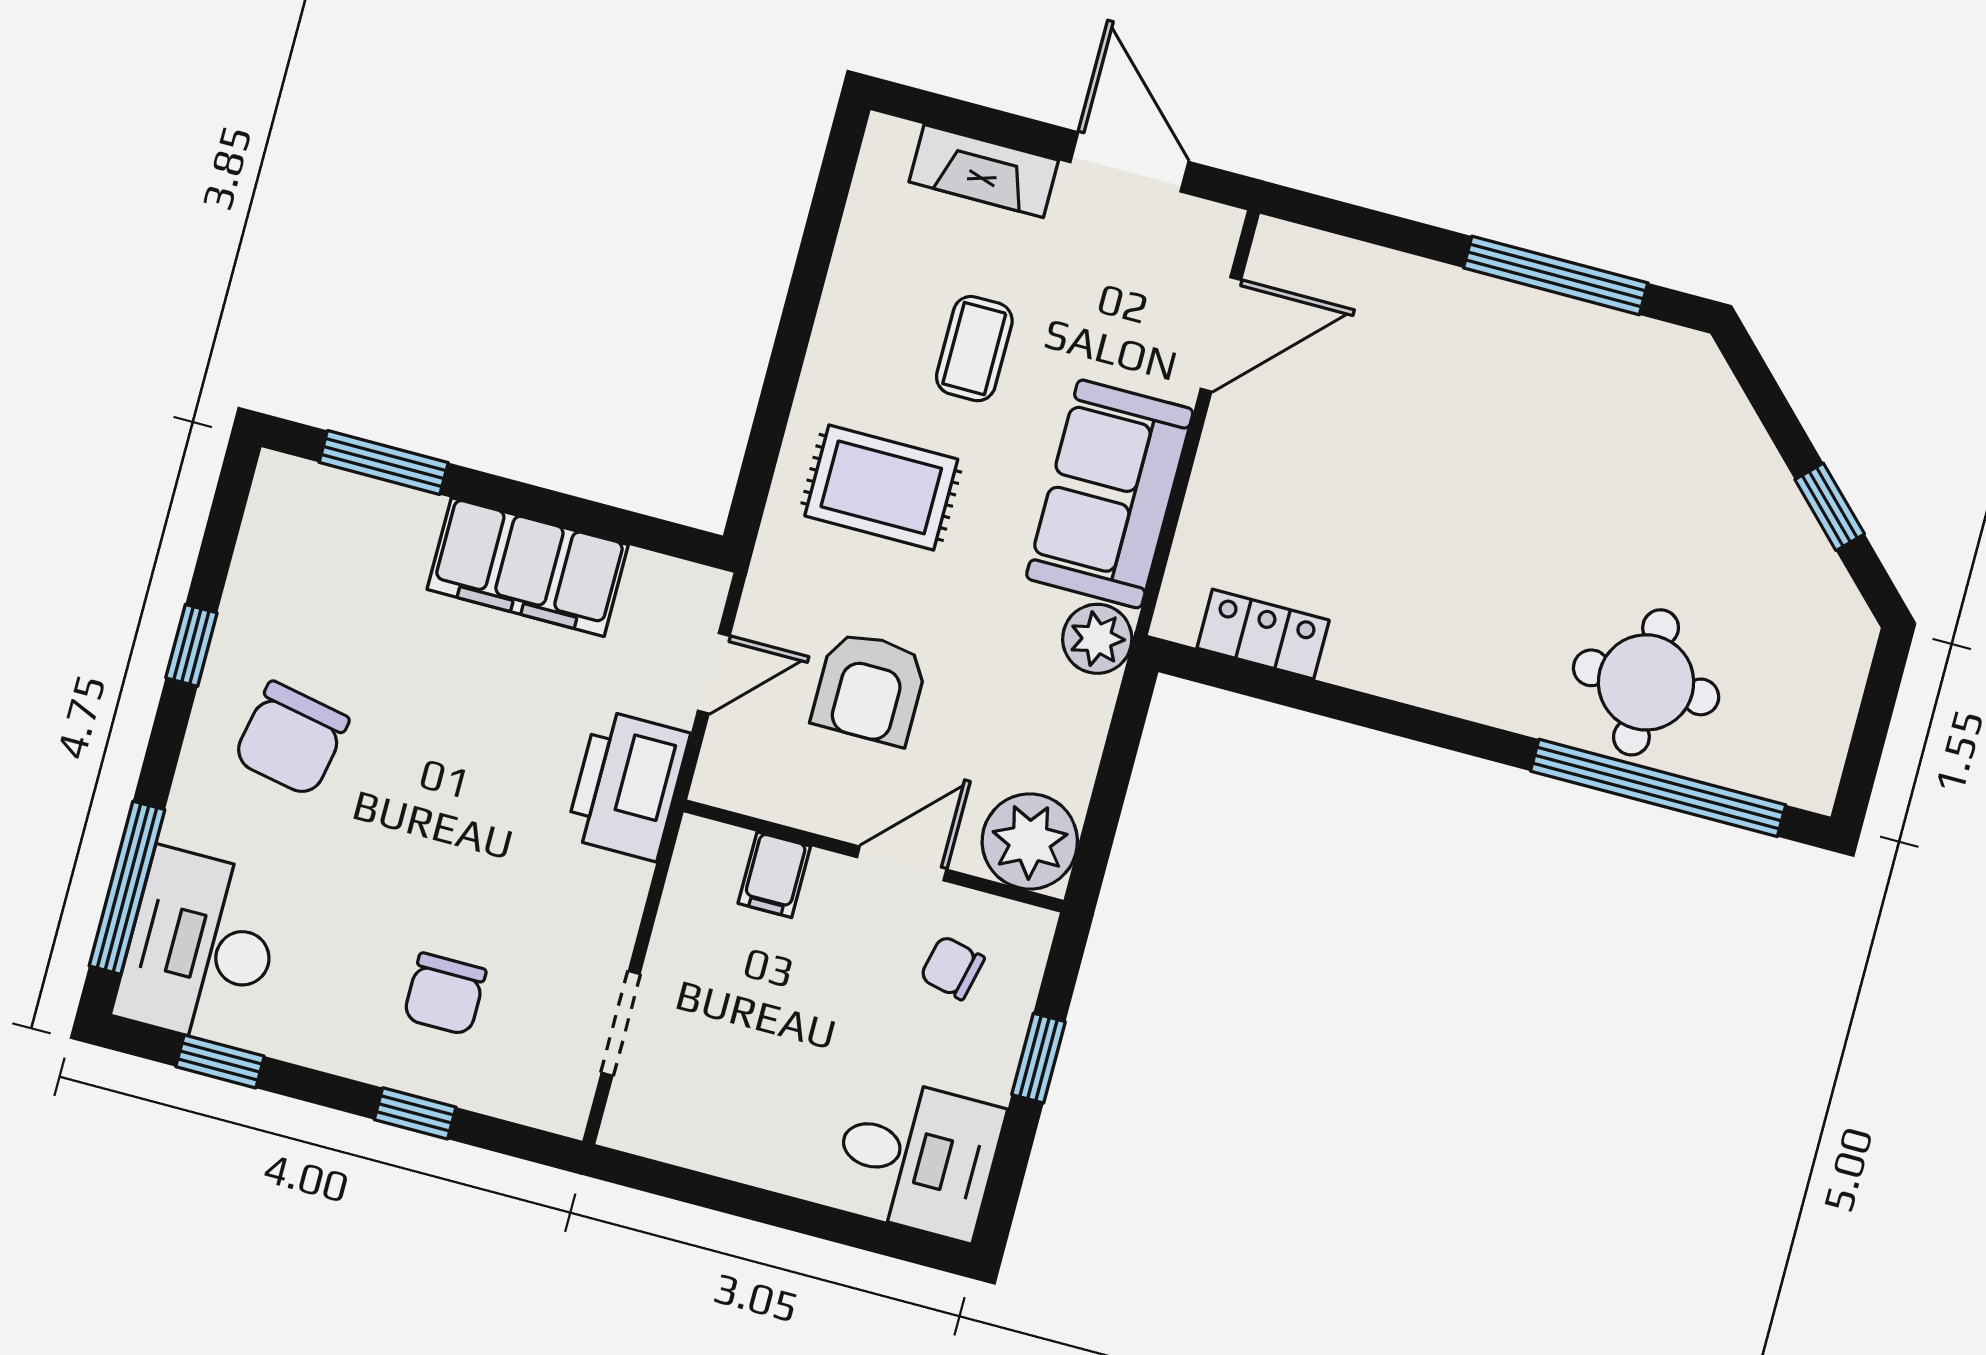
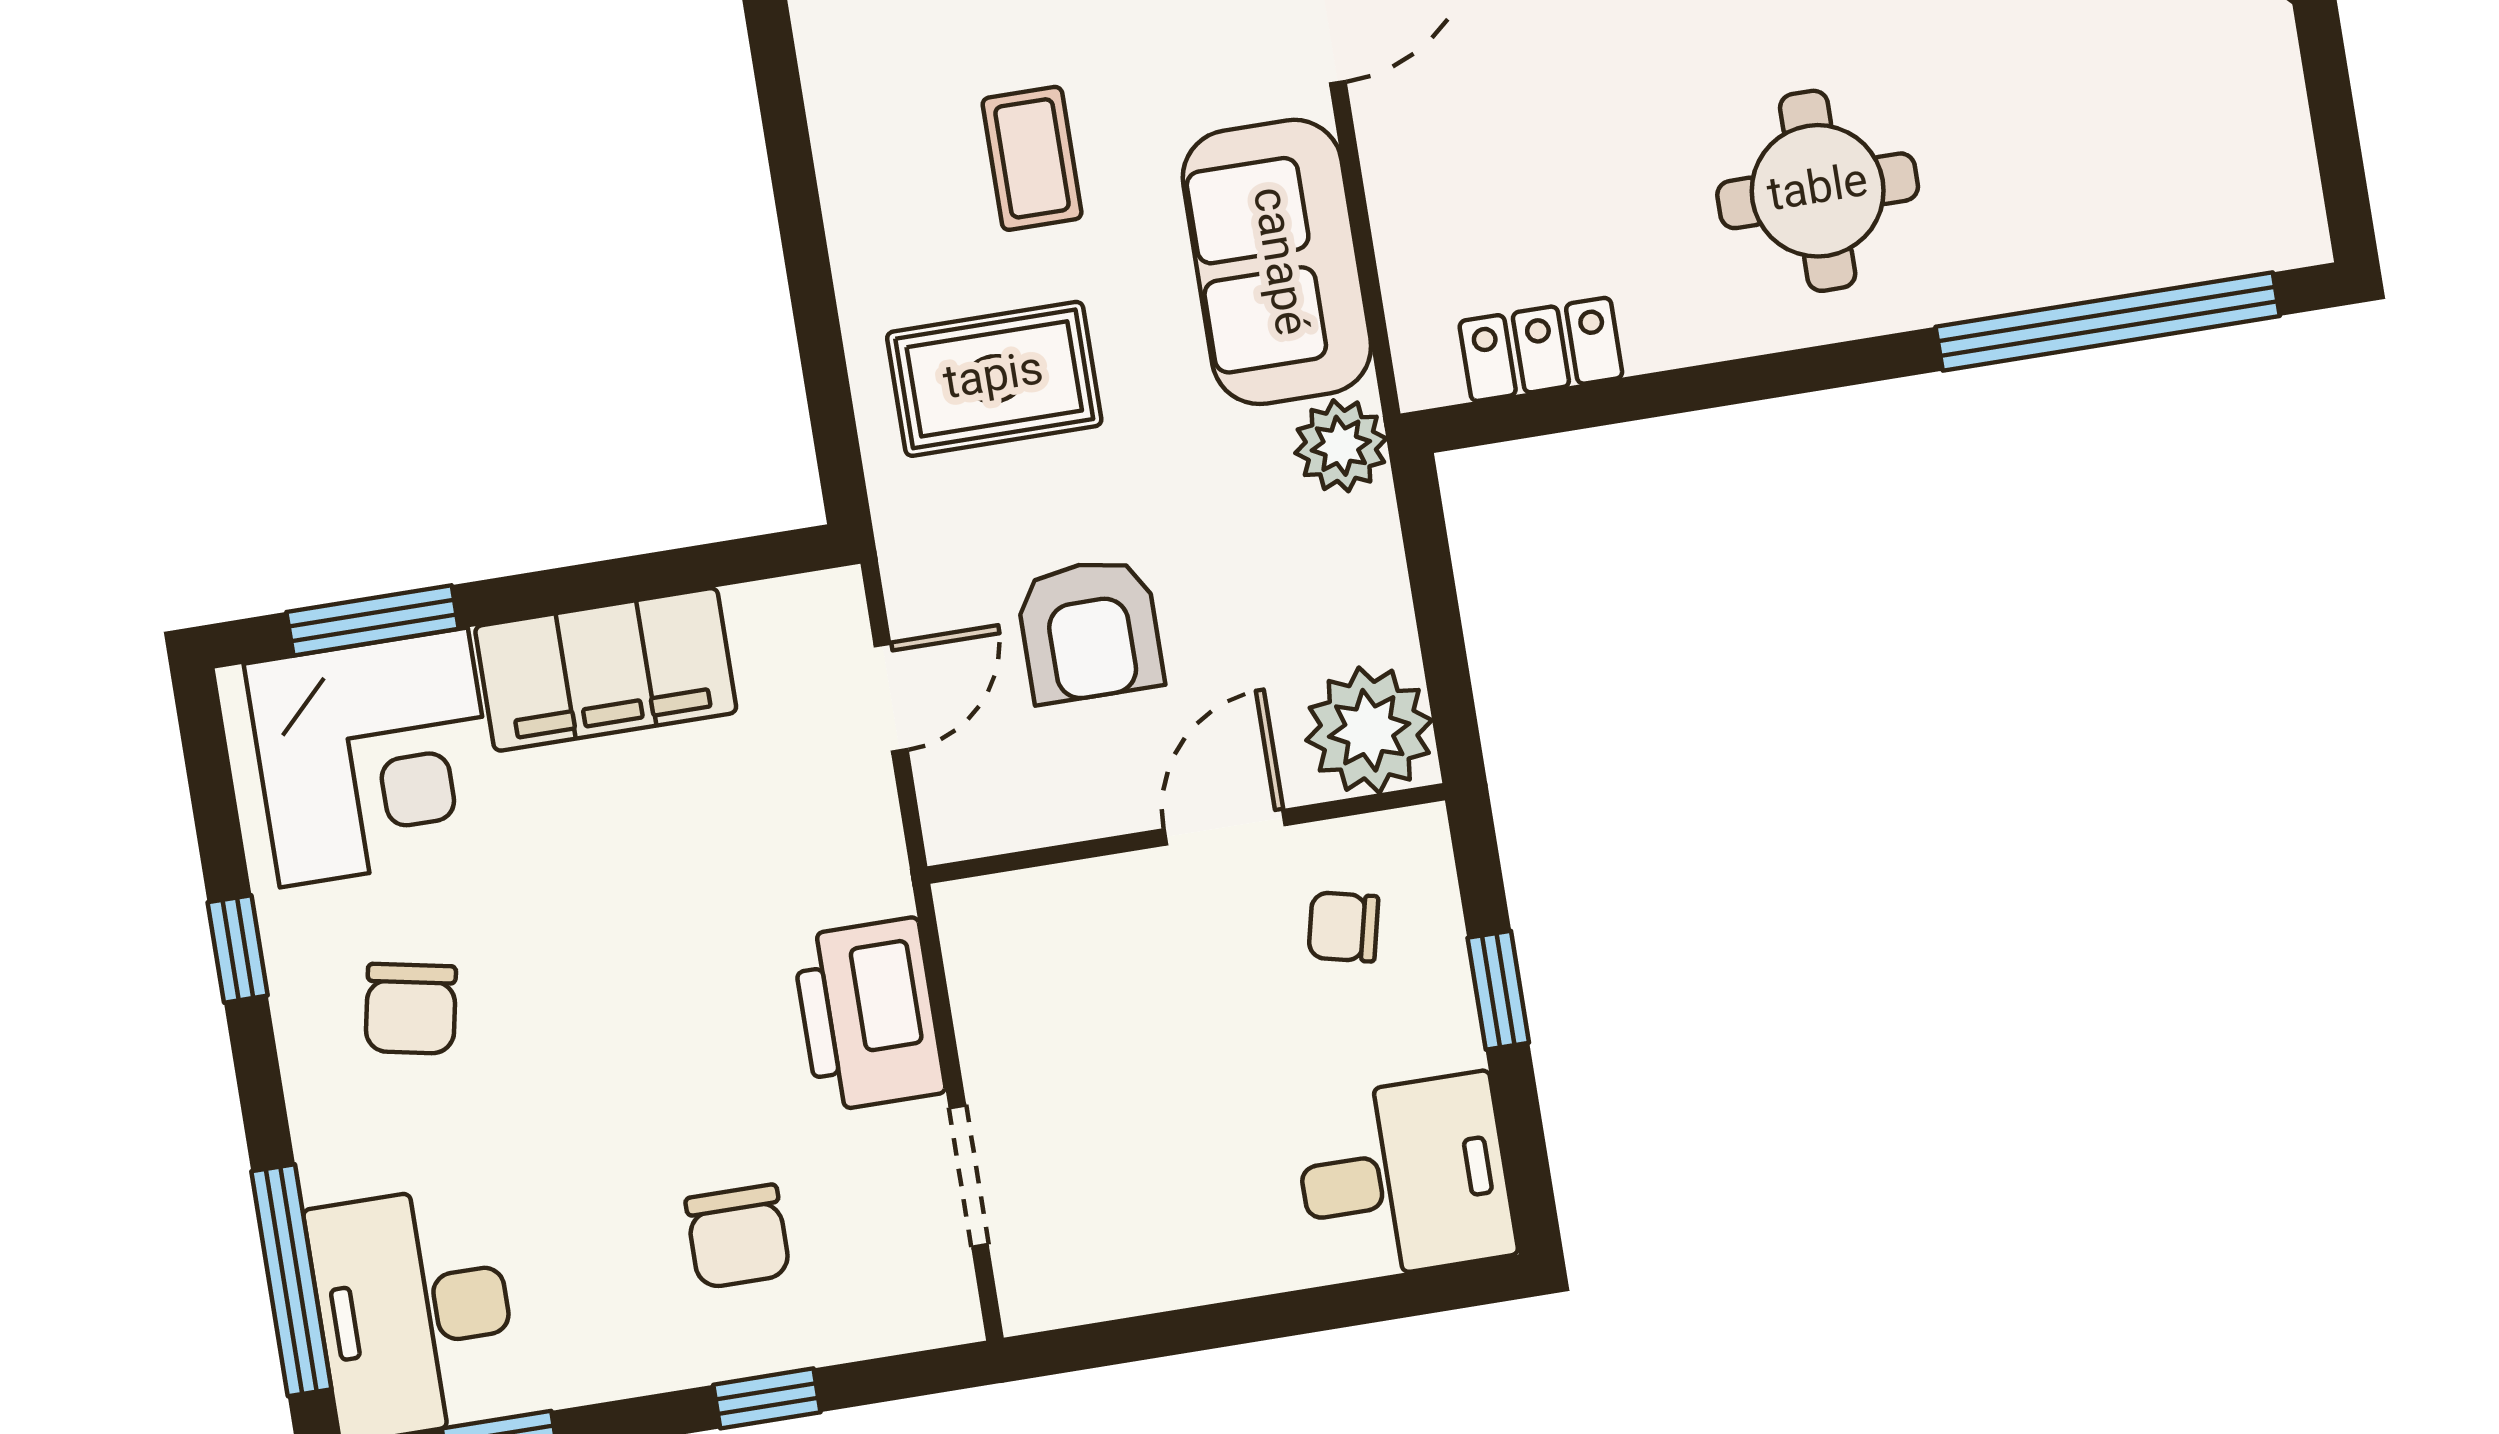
corner desk: (343, 556) -> (374, 758), added
round table: (1646, 682) -> (1818, 191), moved
chair: (291, 739) -> (411, 1009), width x0.73, depth x0.73
printer: (627, 785) -> (868, 1015), moved
filing cabinet: (774, 875) -> (1075, 911), removed

